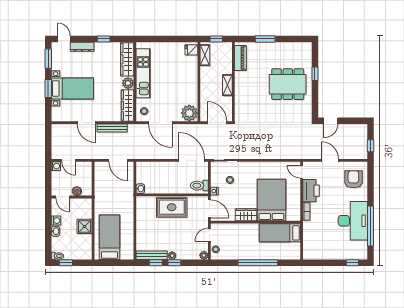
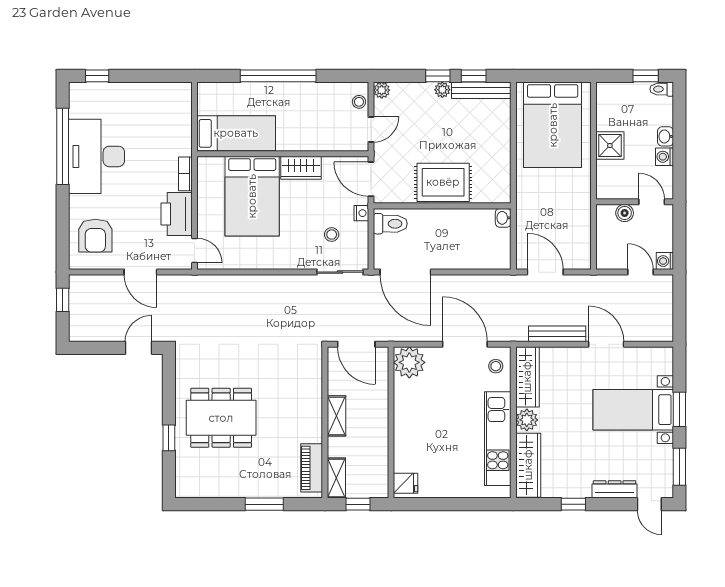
shelving: (205, 55) -> (336, 478), moved
bed: (109, 237) -> (553, 125), width x1.50

